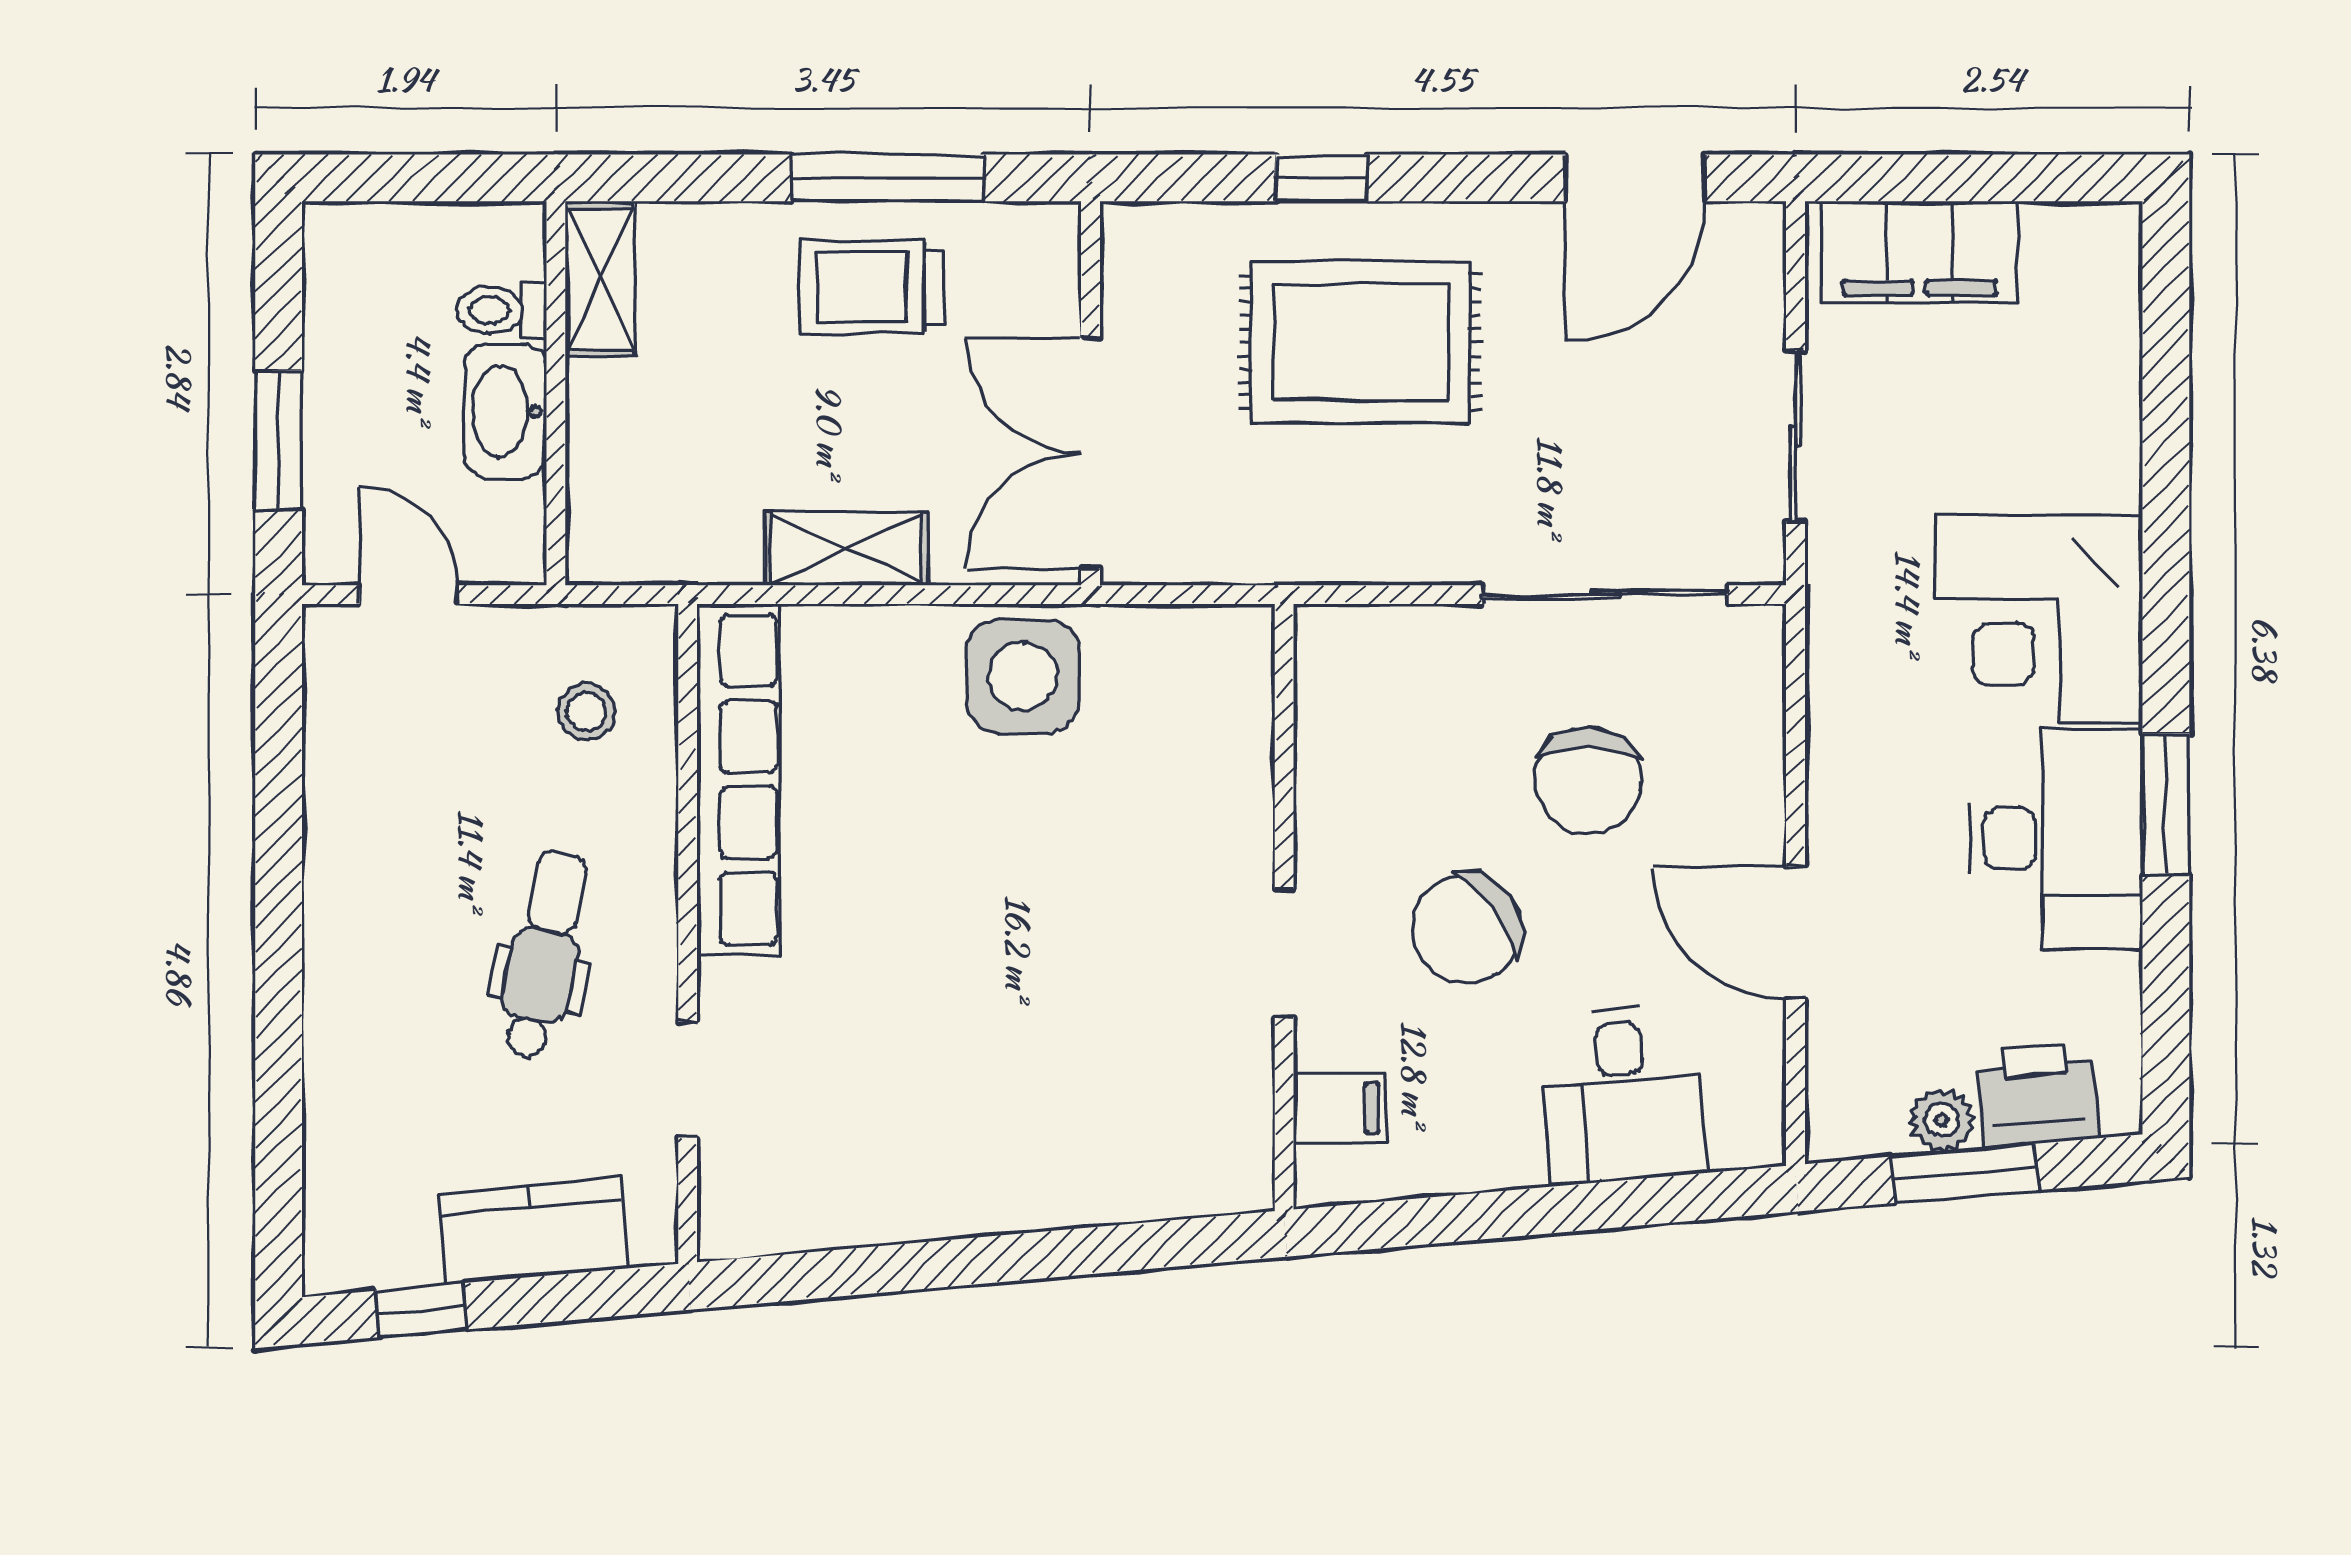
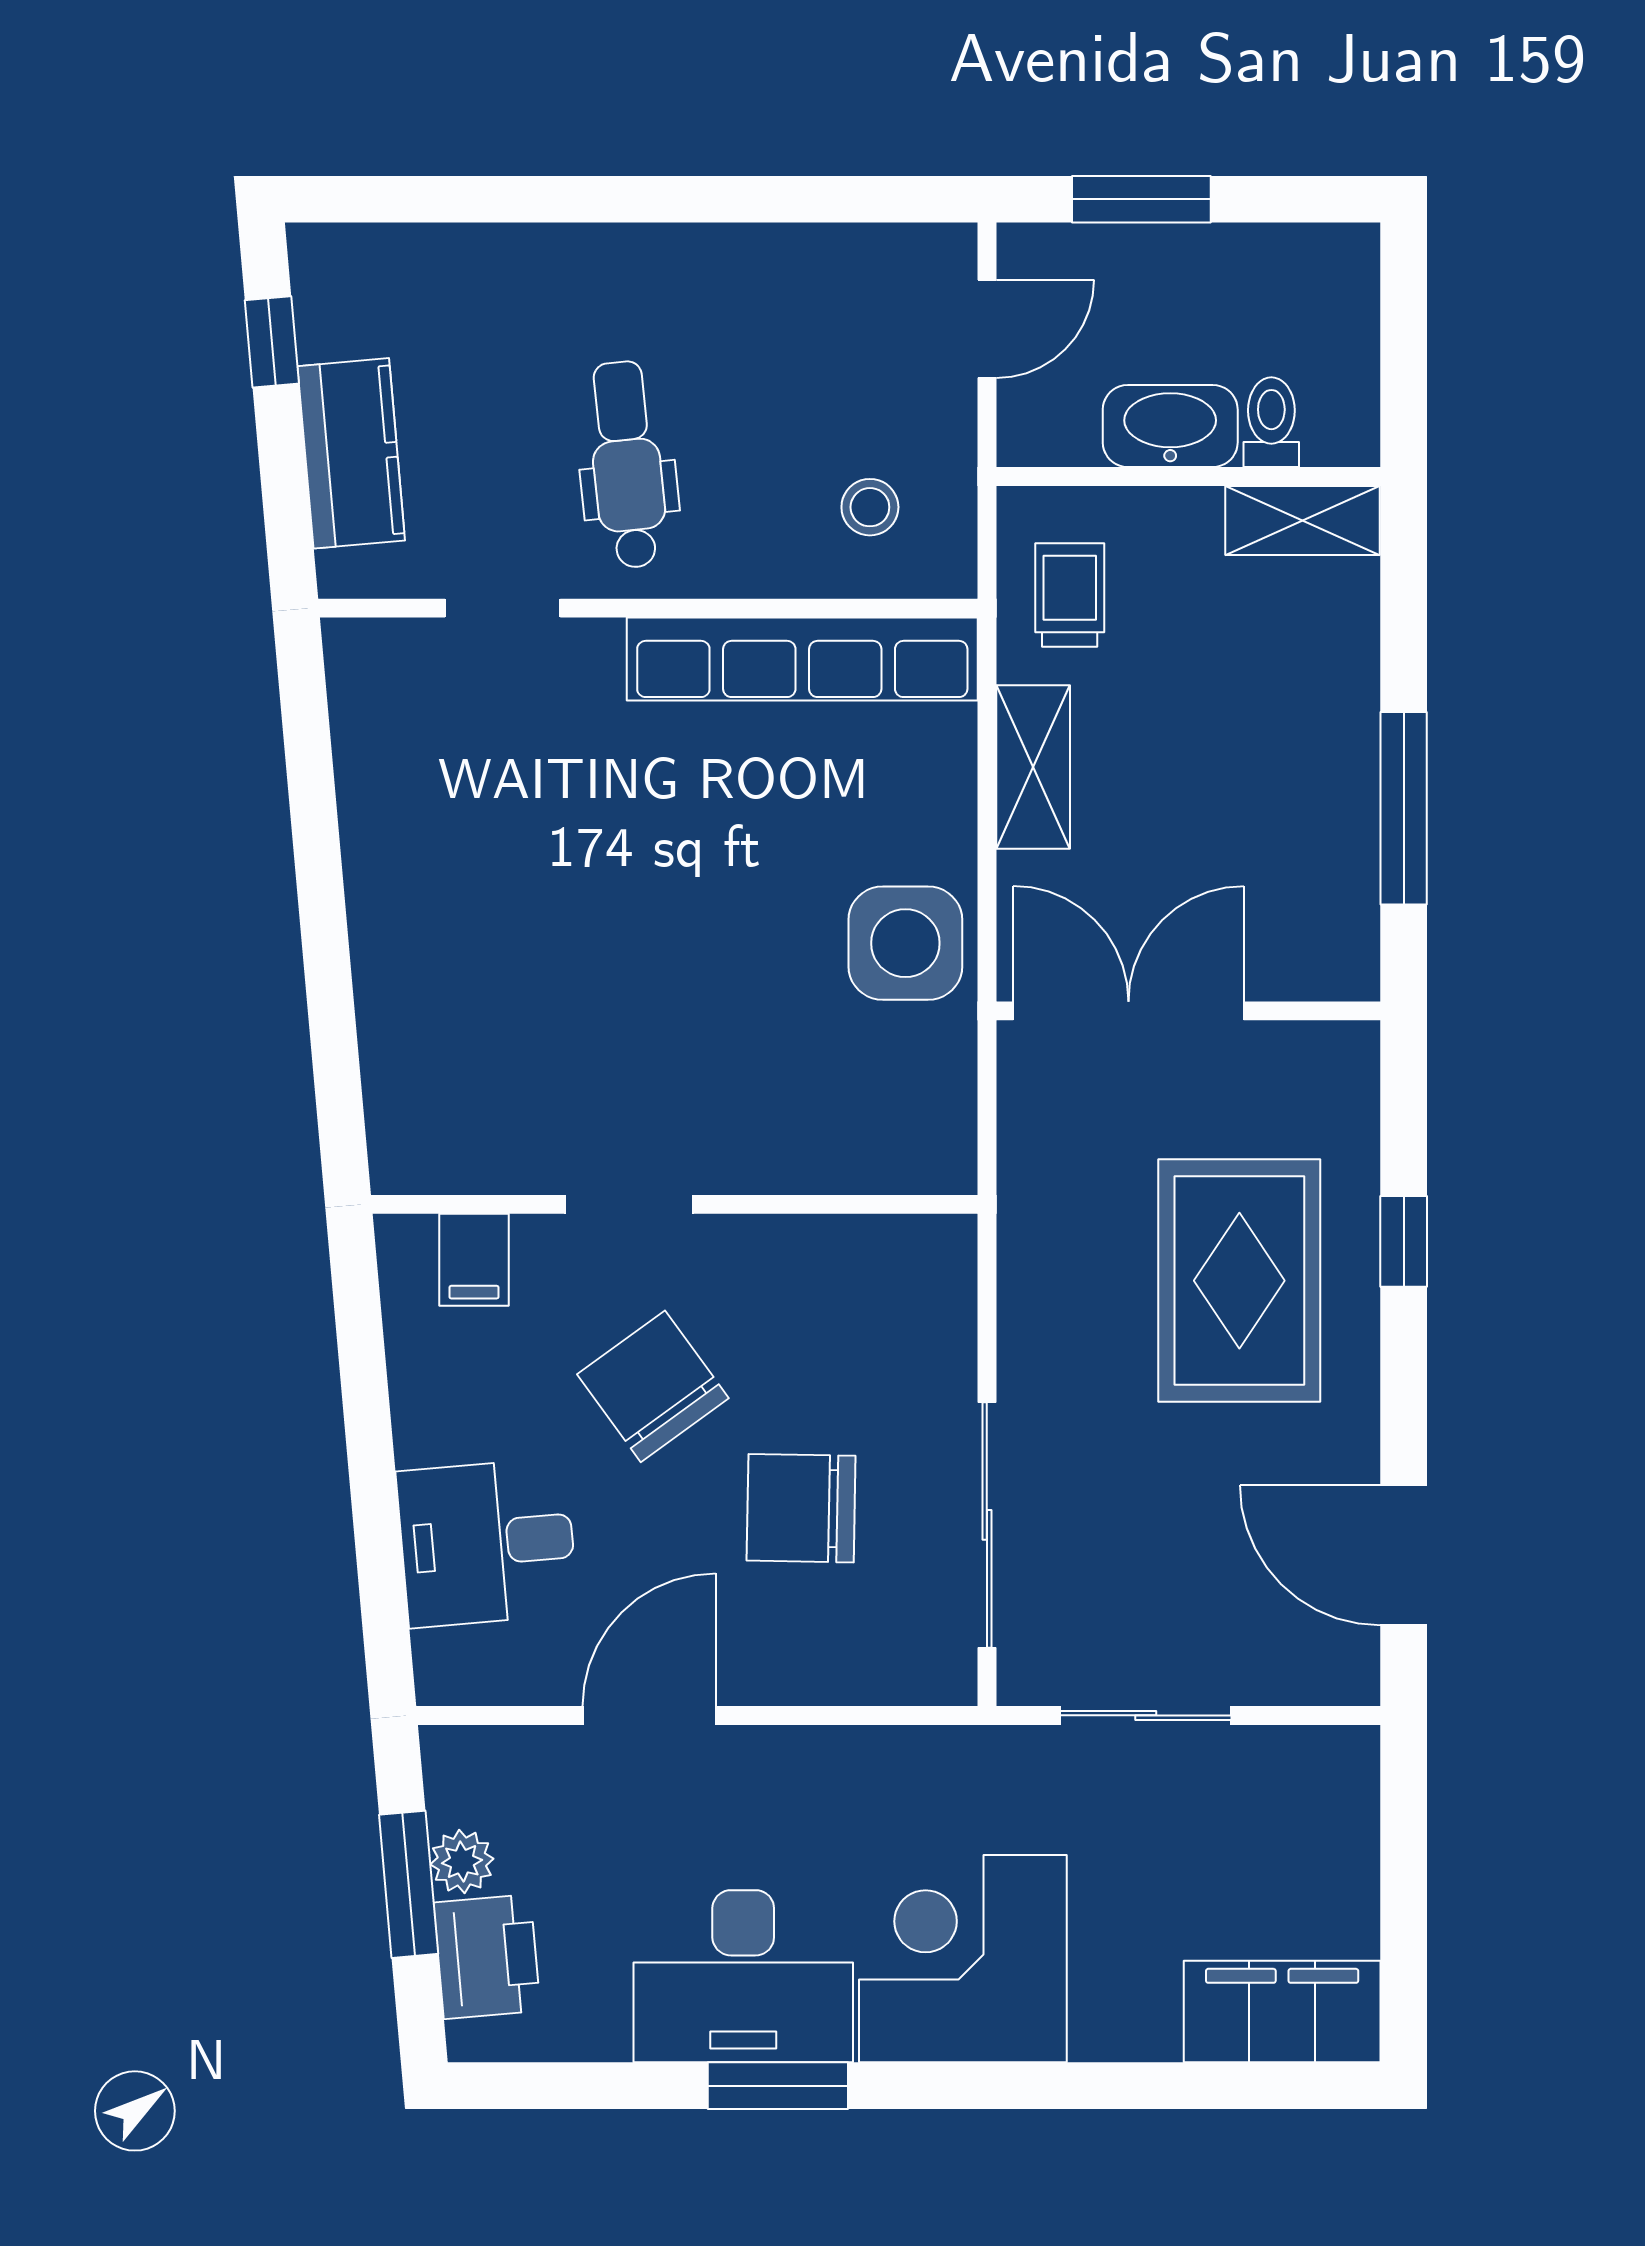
filing cabinet: (1920, 252) -> (1282, 2011), moved, turned 90
trolley: (871, 287) -> (1070, 595), moved, width x0.73, depth x0.72
dental chair: (544, 955) -> (627, 465), turned -108

